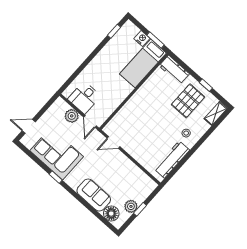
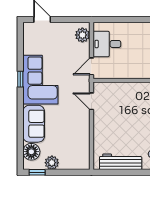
plant: (72, 116) -> (82, 35), moved
corner sofa: (57, 154) -> (40, 80), moved
window: (140, 209) -> (37, 172), moved

